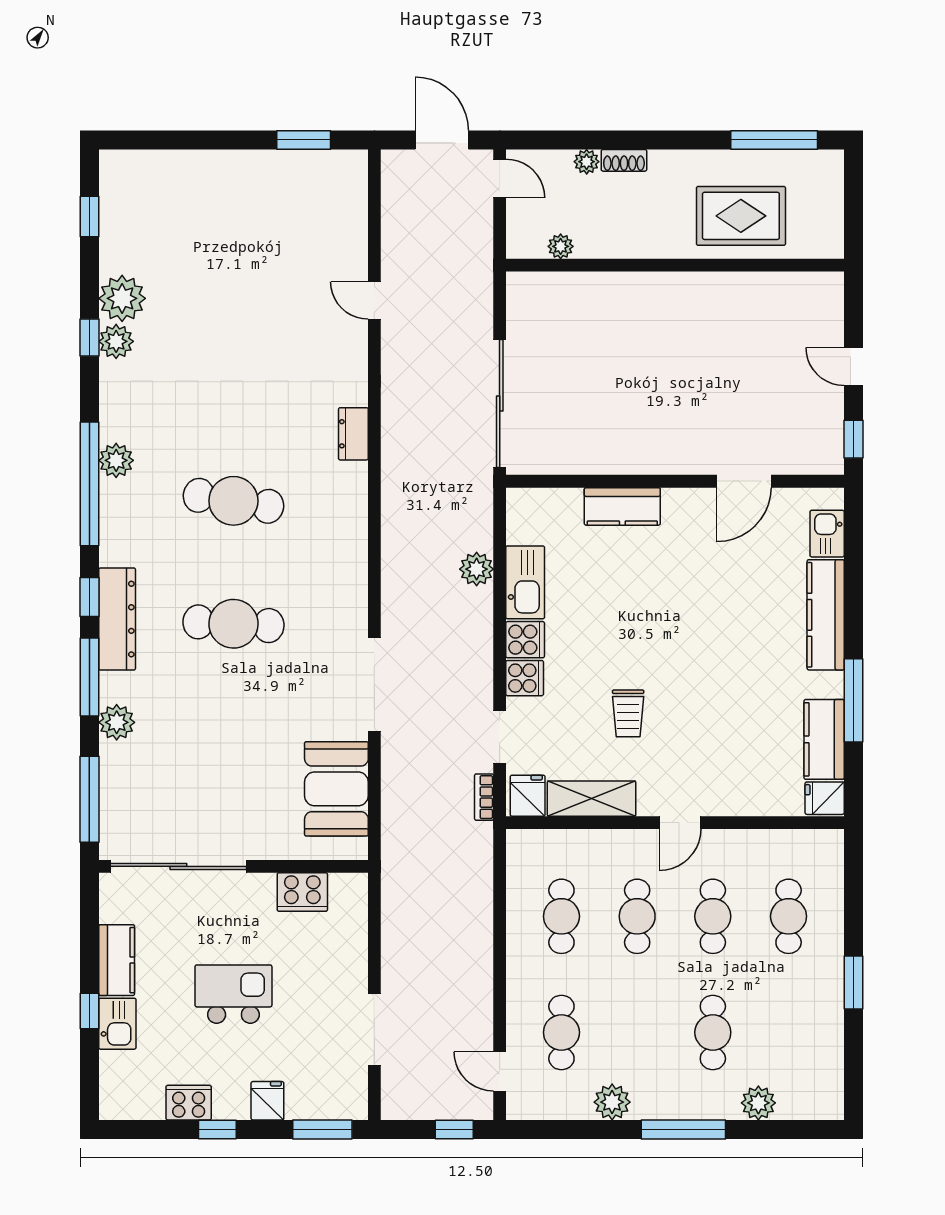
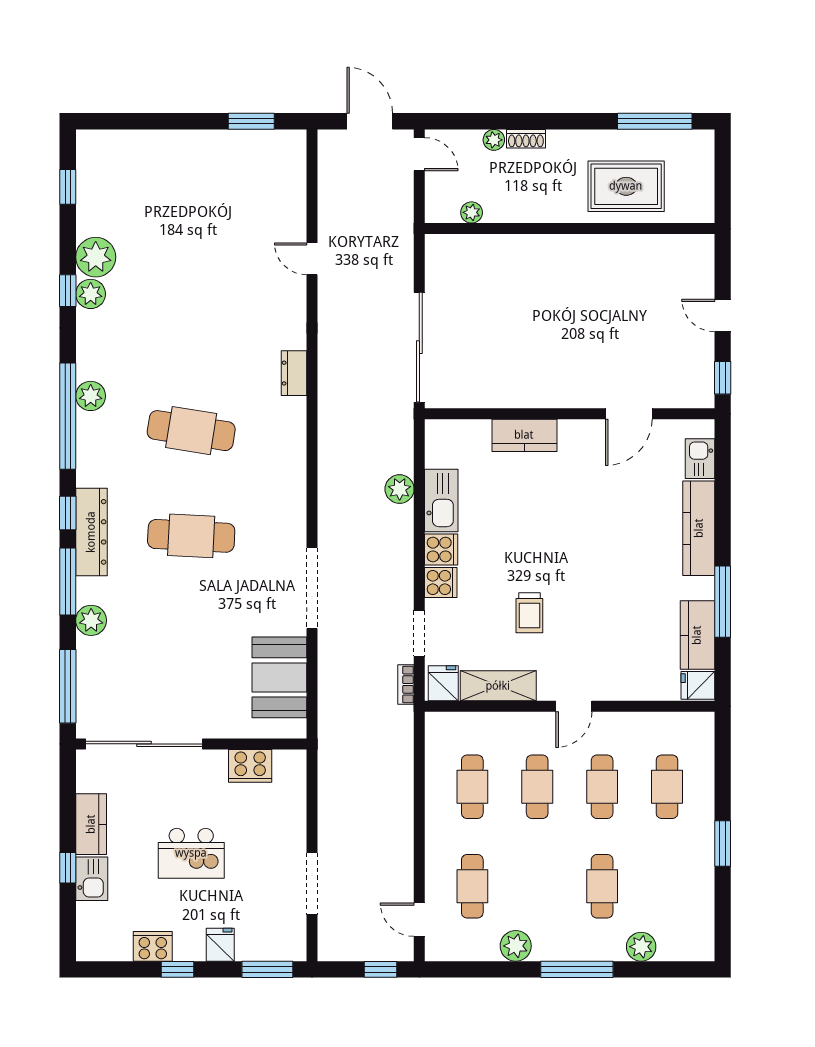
kitchen island: (233, 994) -> (191, 853), turned 180

